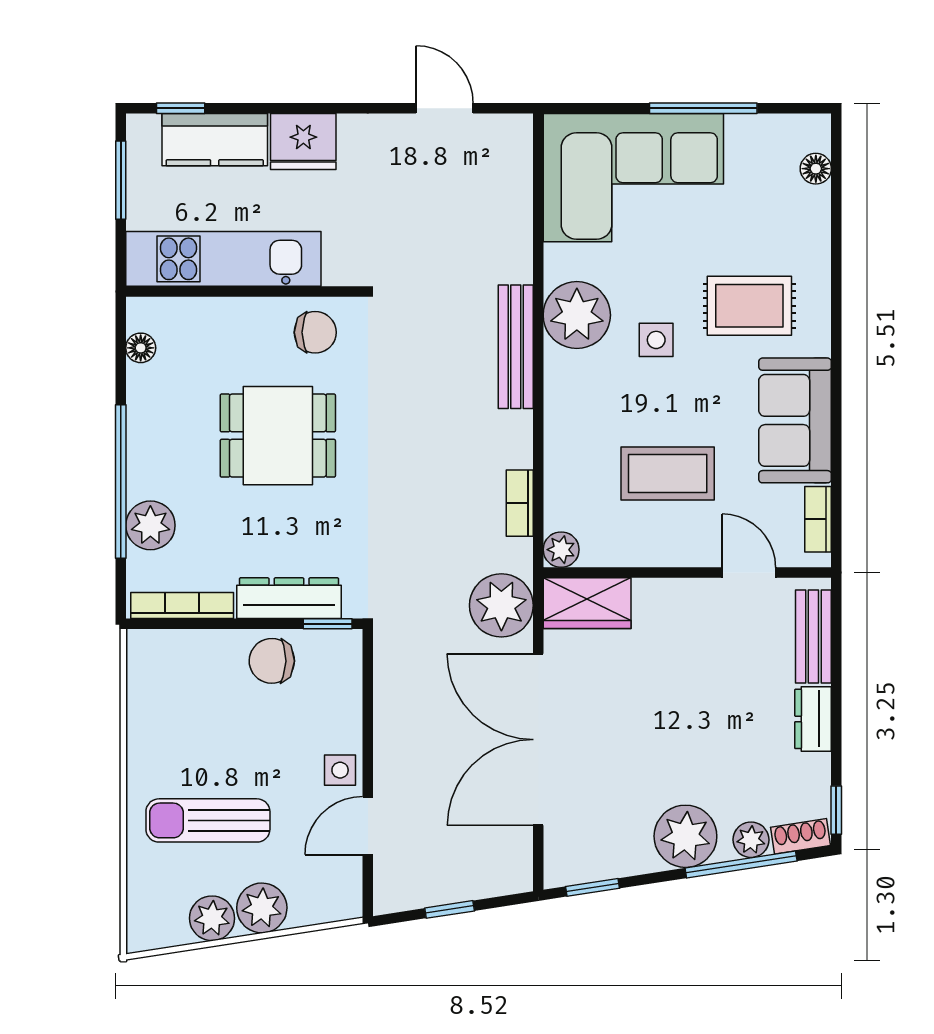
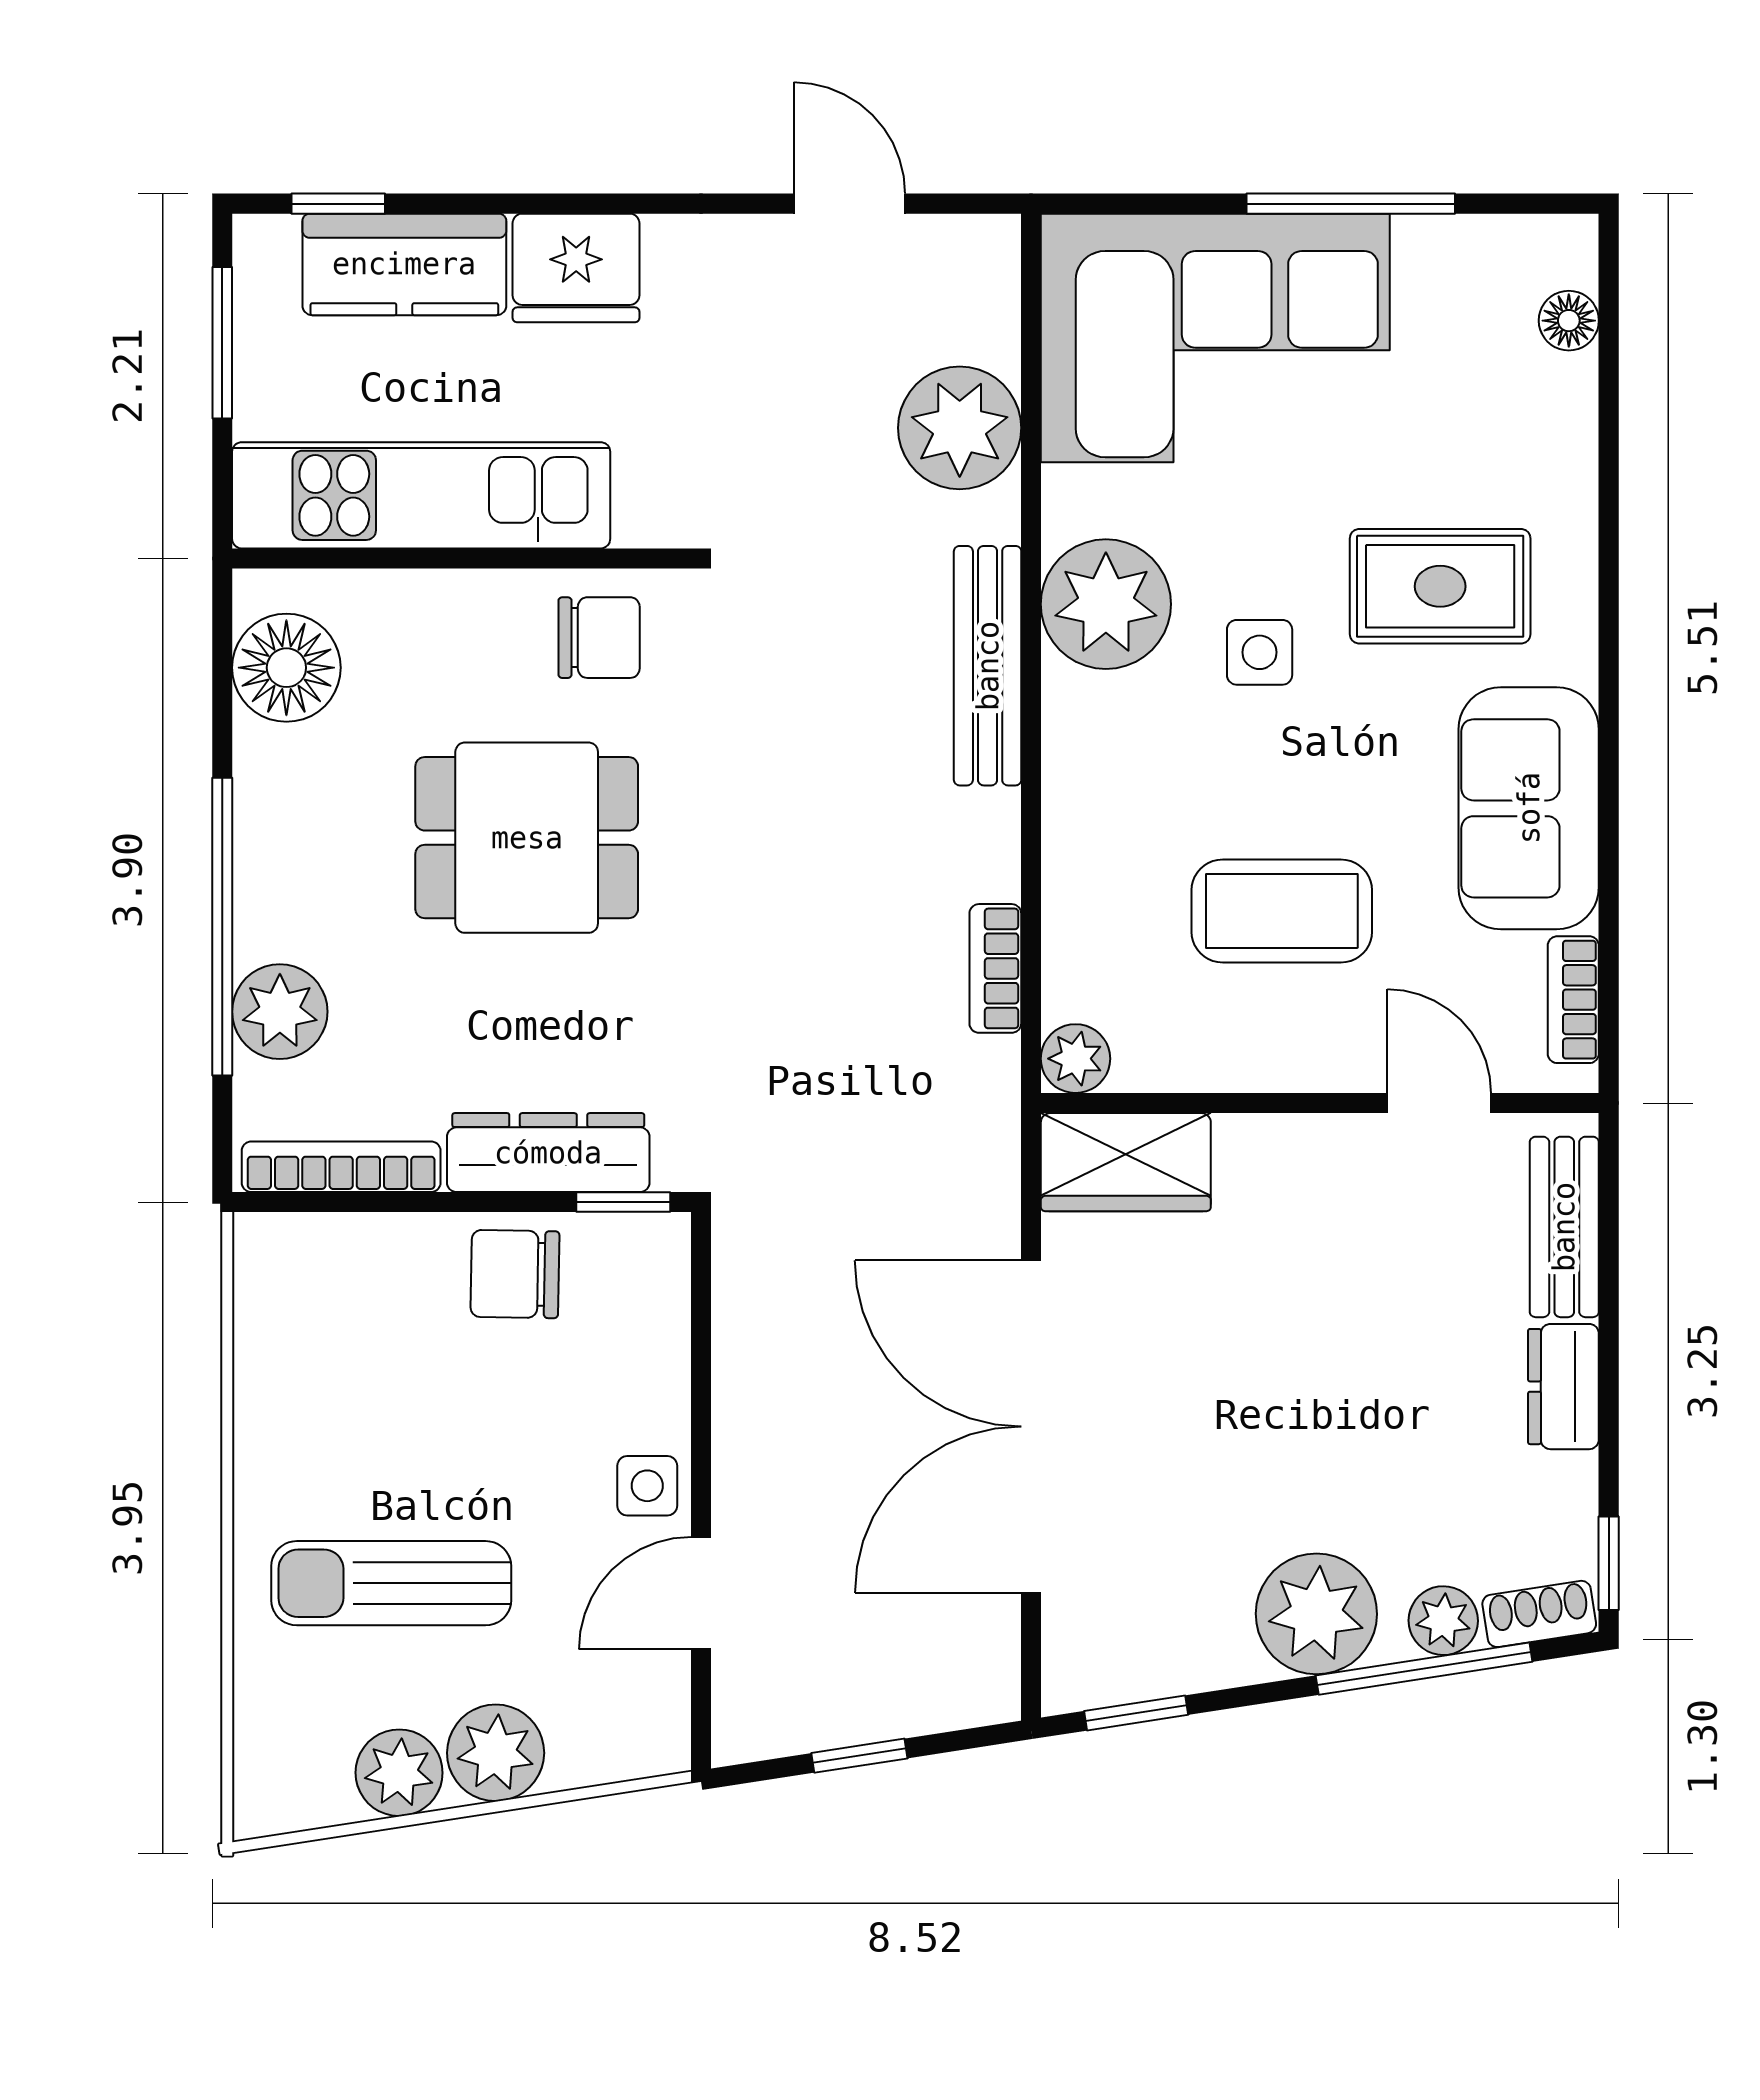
floor lamp: (141, 348) -> (286, 668), width x1.89, depth x1.89
plant: (501, 605) -> (960, 428), moved

